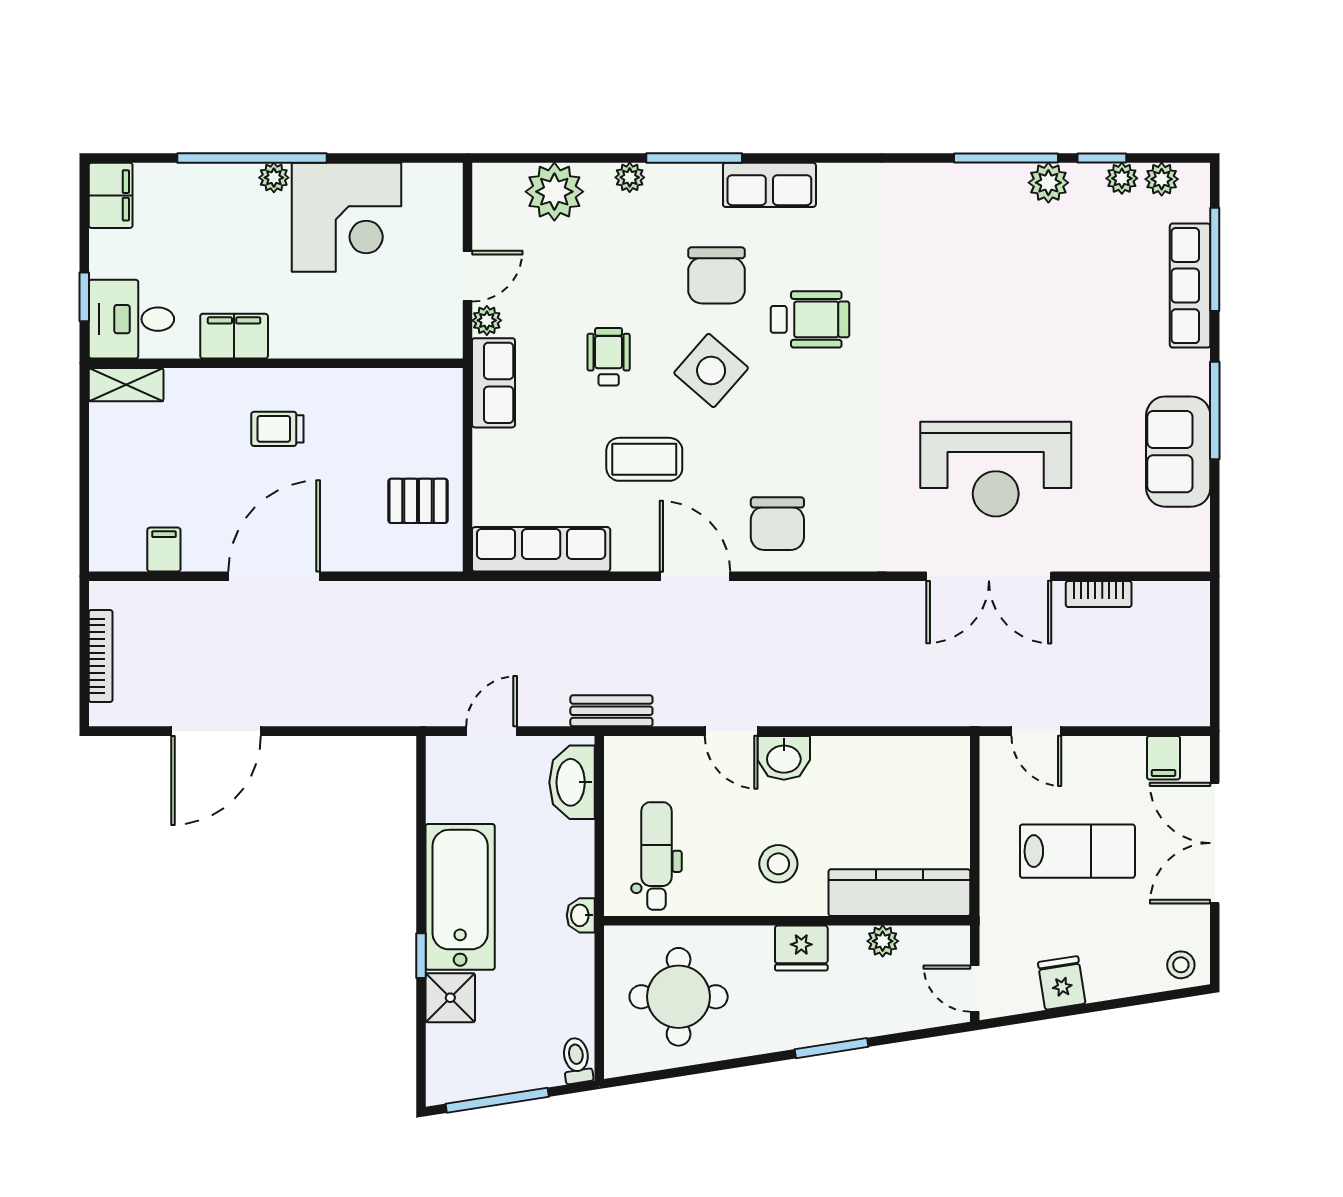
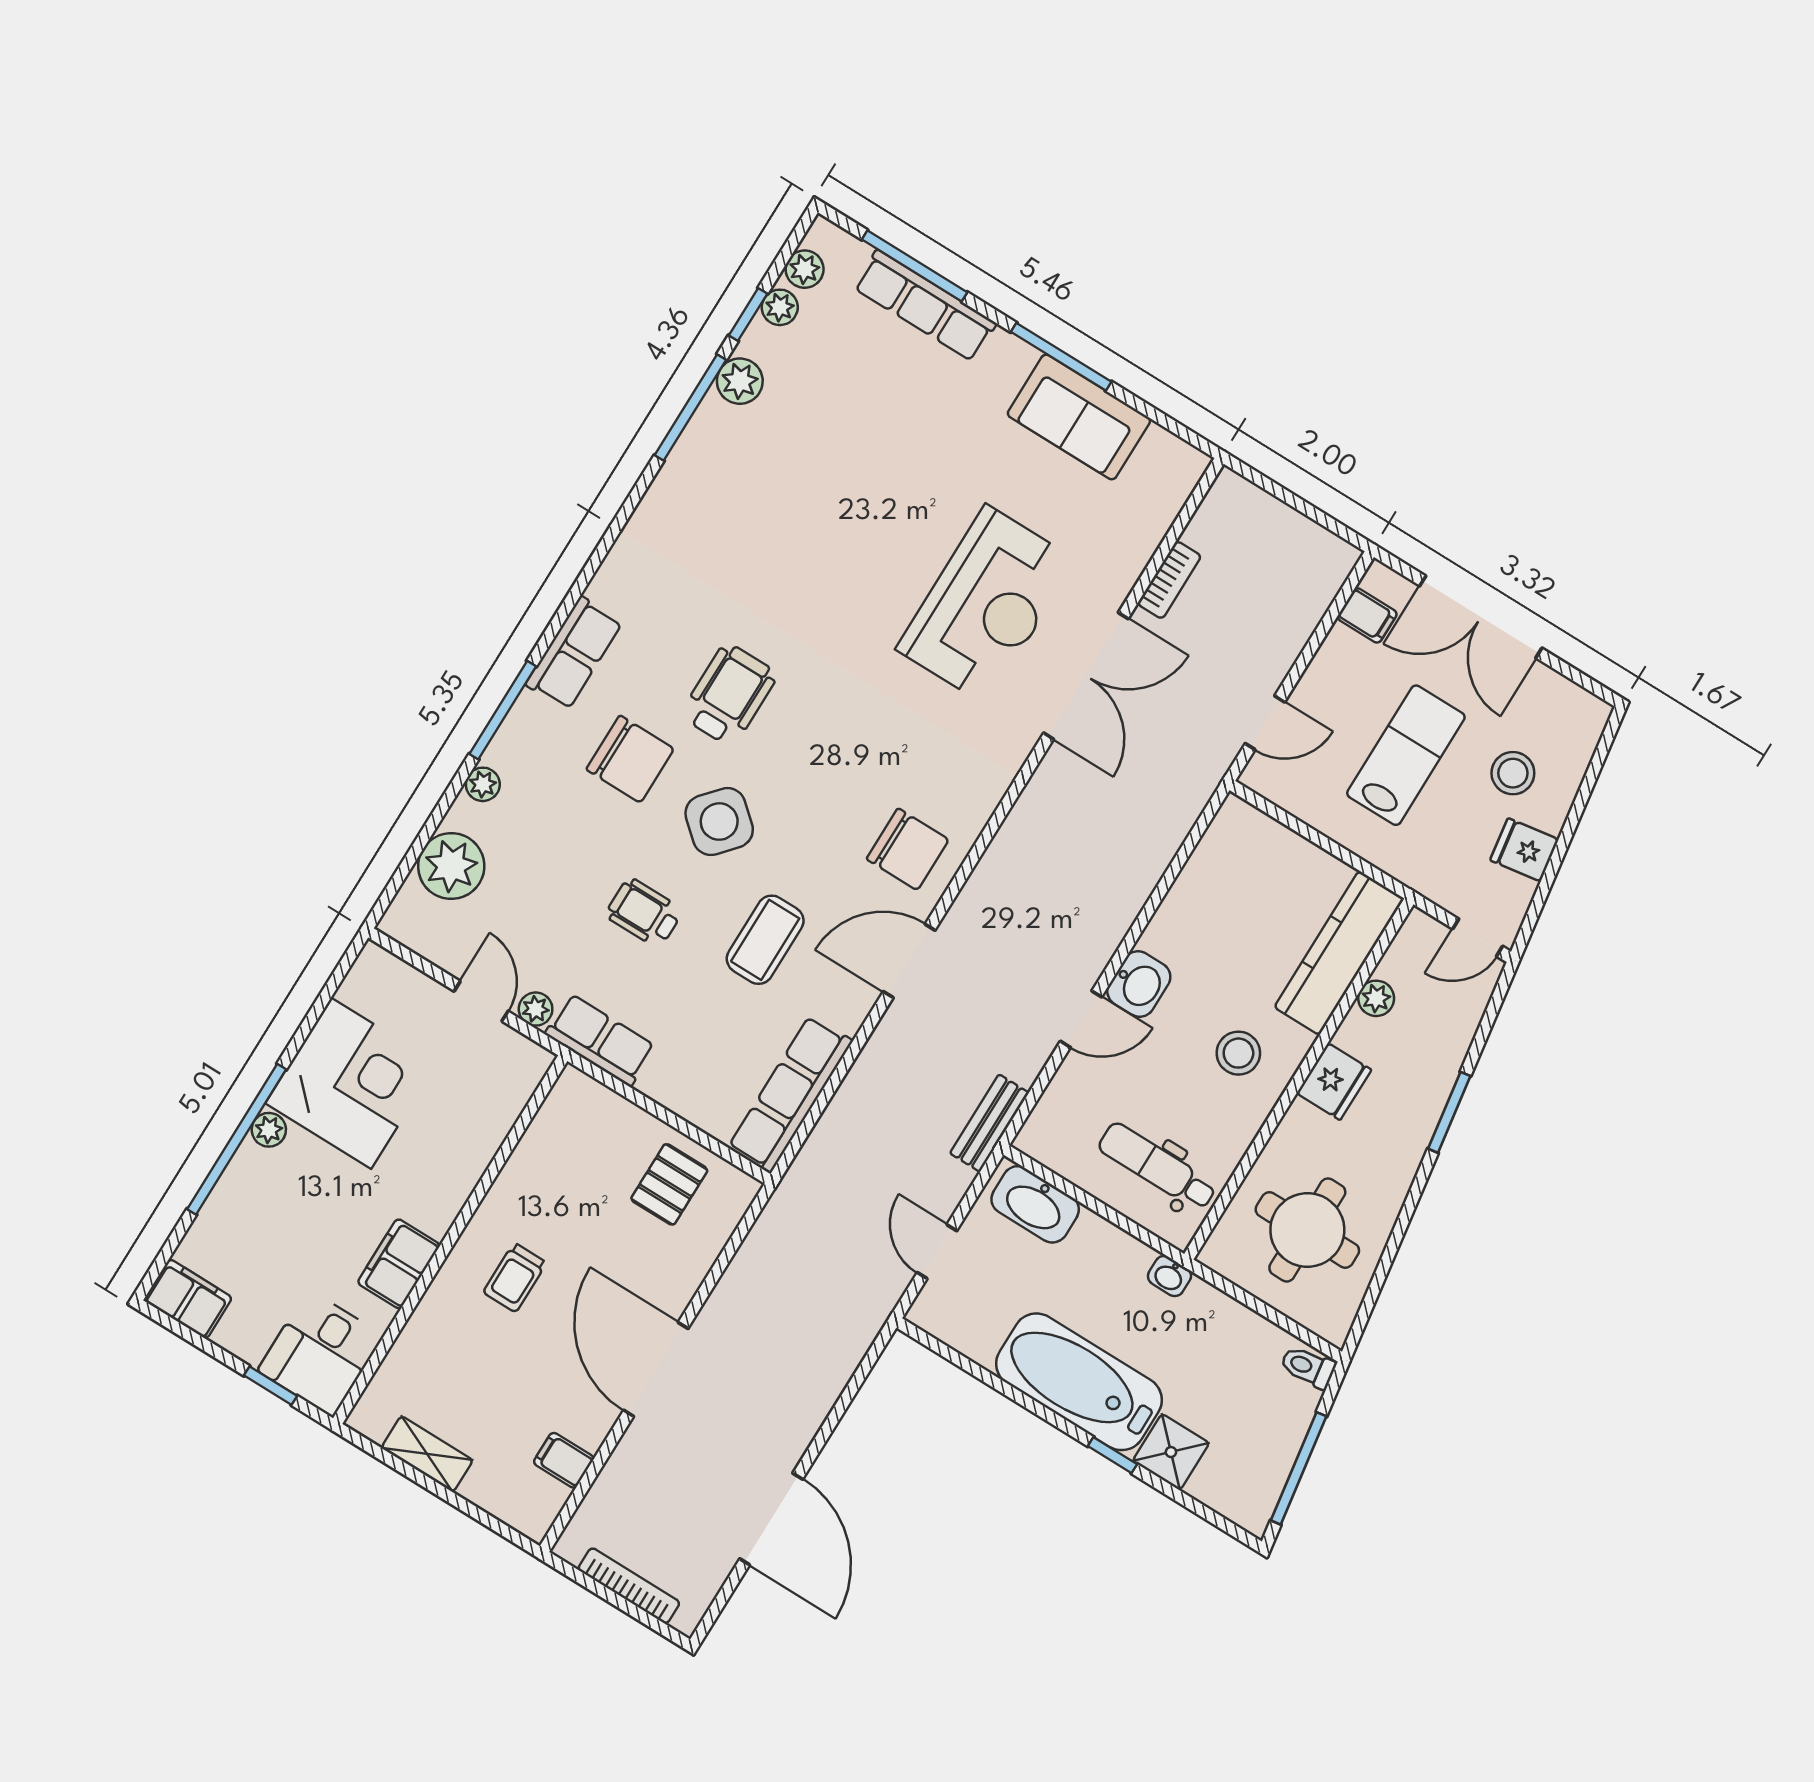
shelving: (126, 385) -> (427, 1454), moved, turned 90
stool: (1181, 965) -> (1513, 773), moved, width x1.37, depth x1.37

